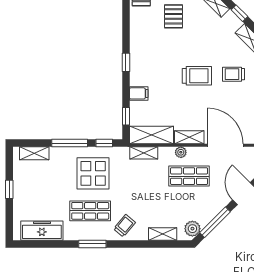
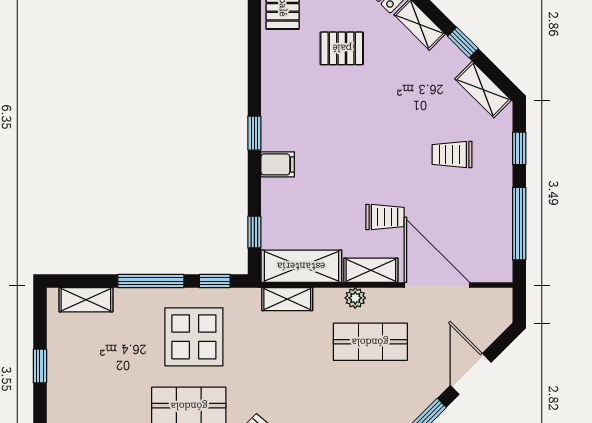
pallet: (173, 16) -> (342, 48), turned 90
trolley: (197, 76) -> (385, 217), moved, width x0.73, depth x0.72
filing cabinet: (139, 93) -> (278, 164), moved

